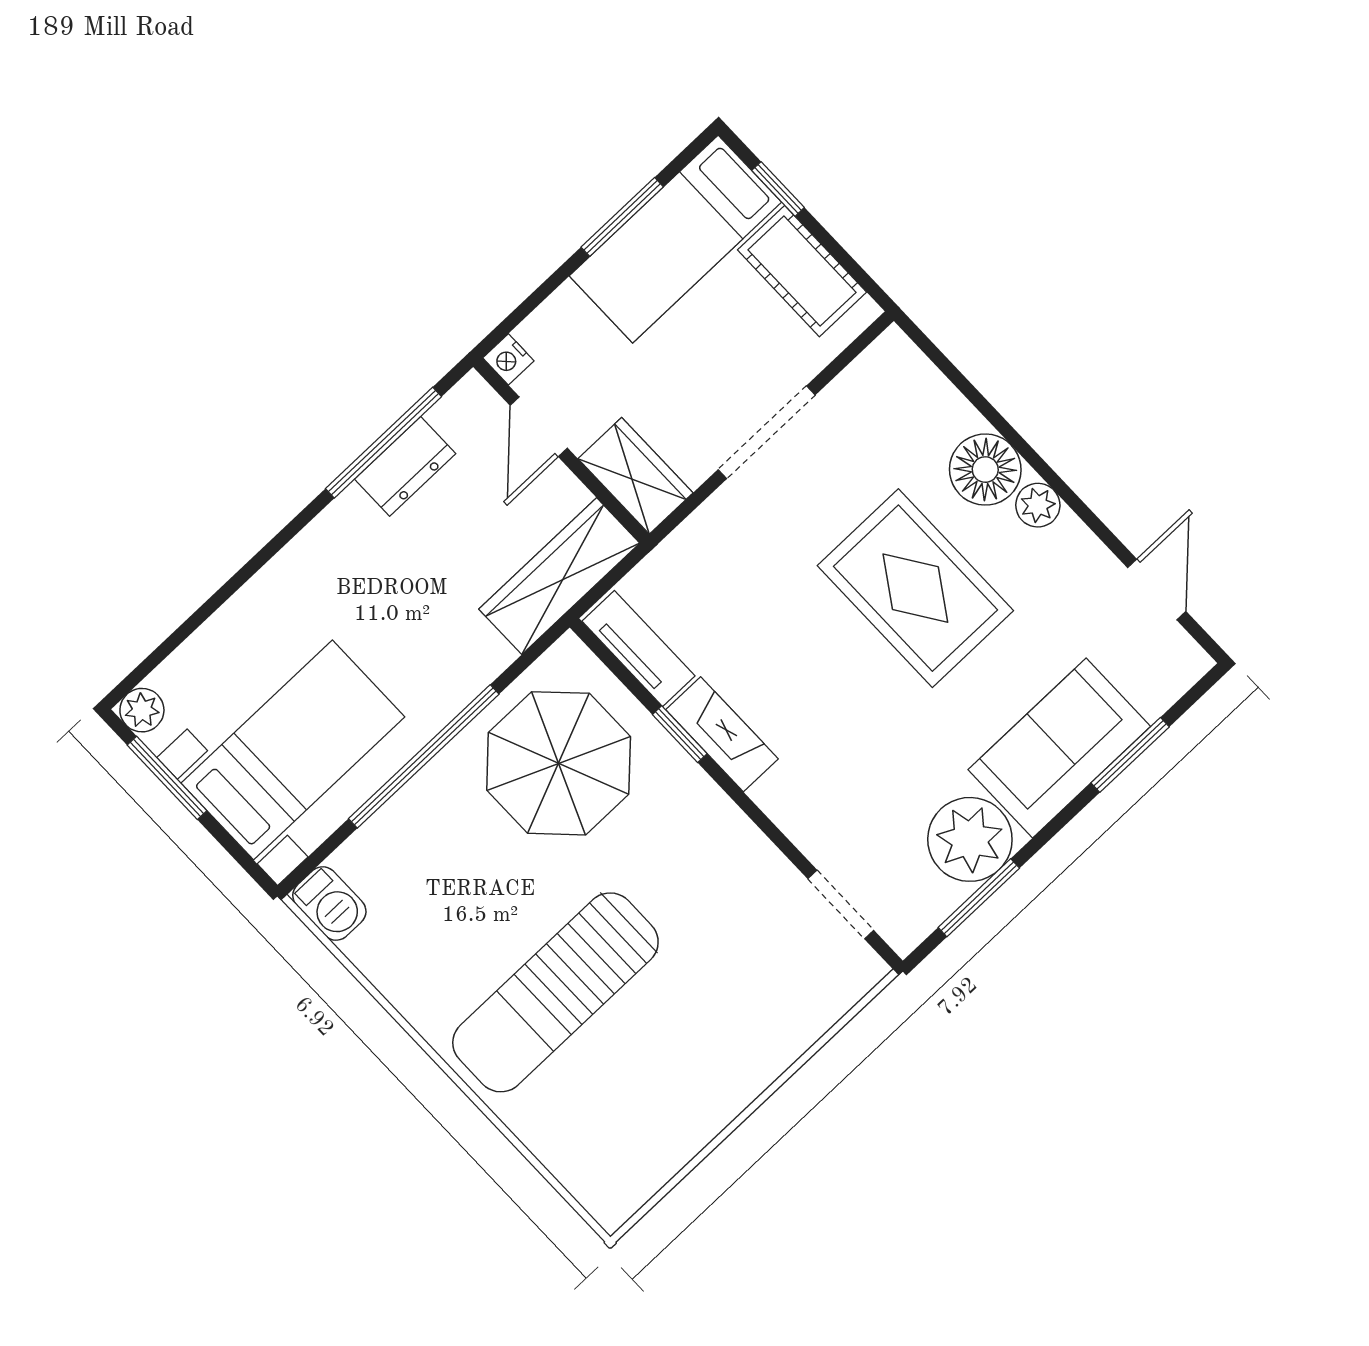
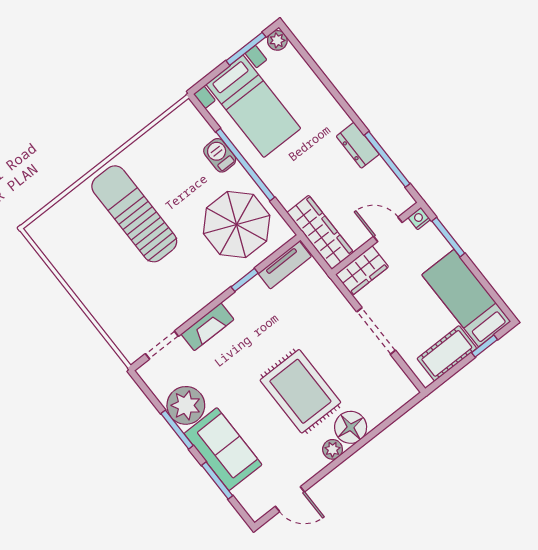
window: (622, 217) -> (448, 237), moved
dresser: (405, 466) -> (358, 145), moved
rug: (915, 588) -> (300, 391), turned 90
fireplace: (722, 734) -> (207, 327), moved
window: (979, 898) -> (177, 430), moved
barbecue: (329, 903) -> (220, 155), moved, turned 90

